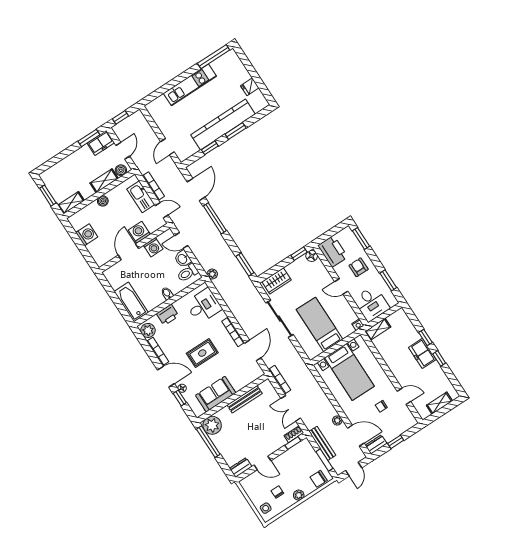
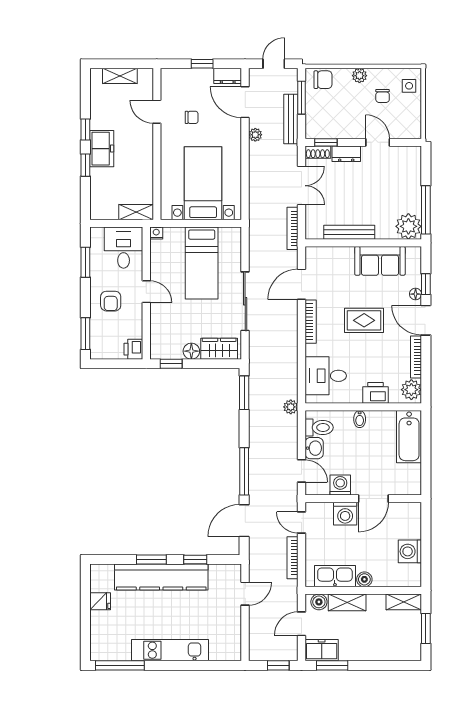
kitchen sink: (141, 197) -> (335, 576), moved, turned -90
printer: (333, 251) -> (133, 349), width x0.53, depth x0.68
floor lamp: (312, 256) -> (191, 351), moved
dresser: (241, 468) -> (346, 154), moved

